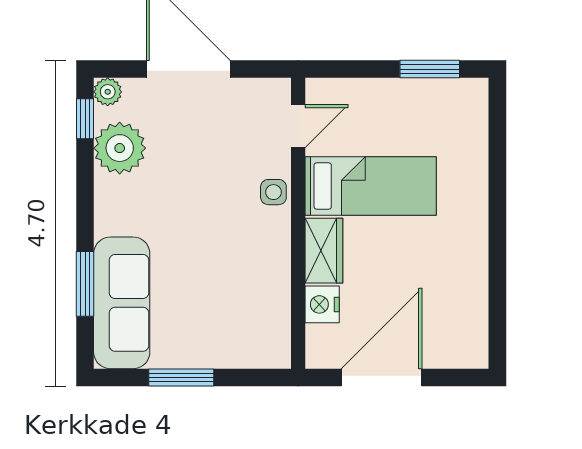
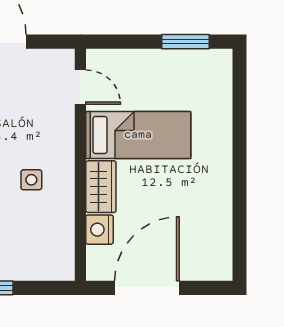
door: (298, 126) -> (80, 87), hinge flipped
side table: (273, 192) -> (31, 180), moved

